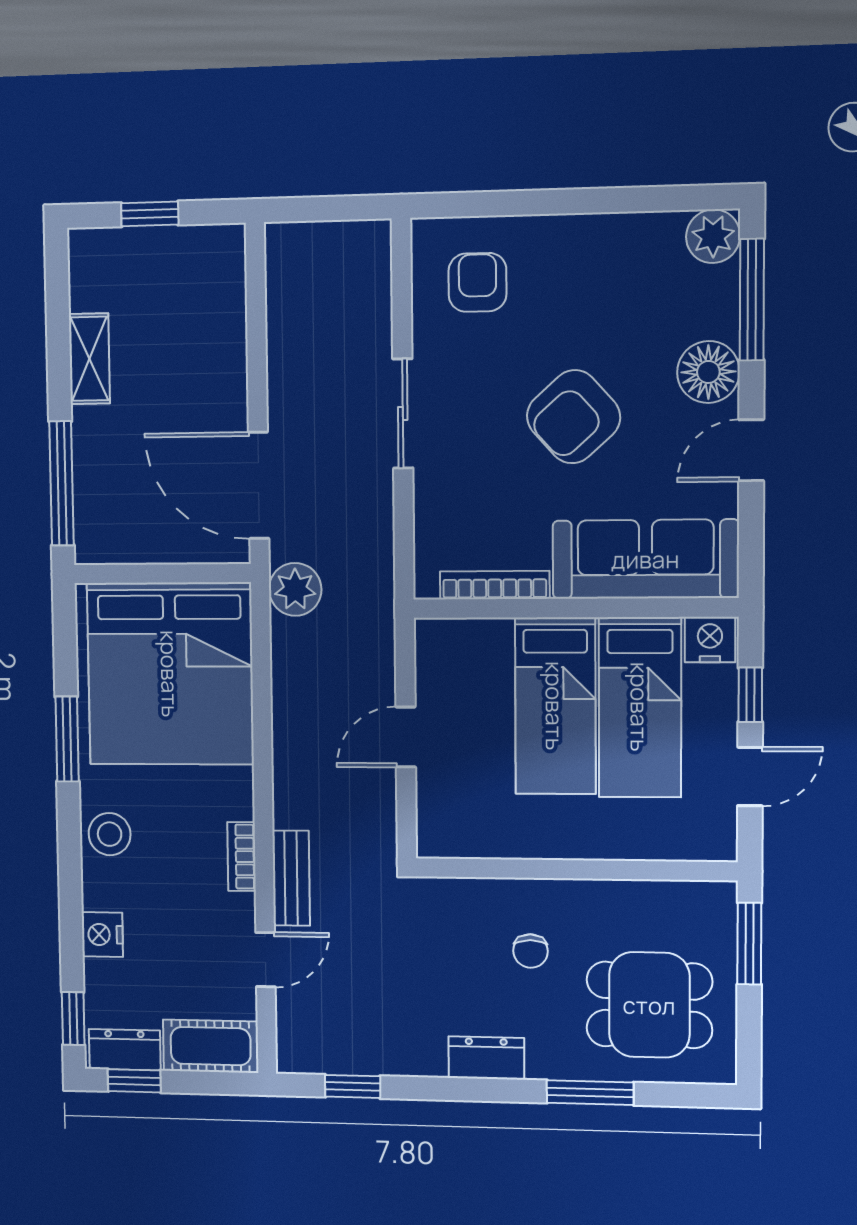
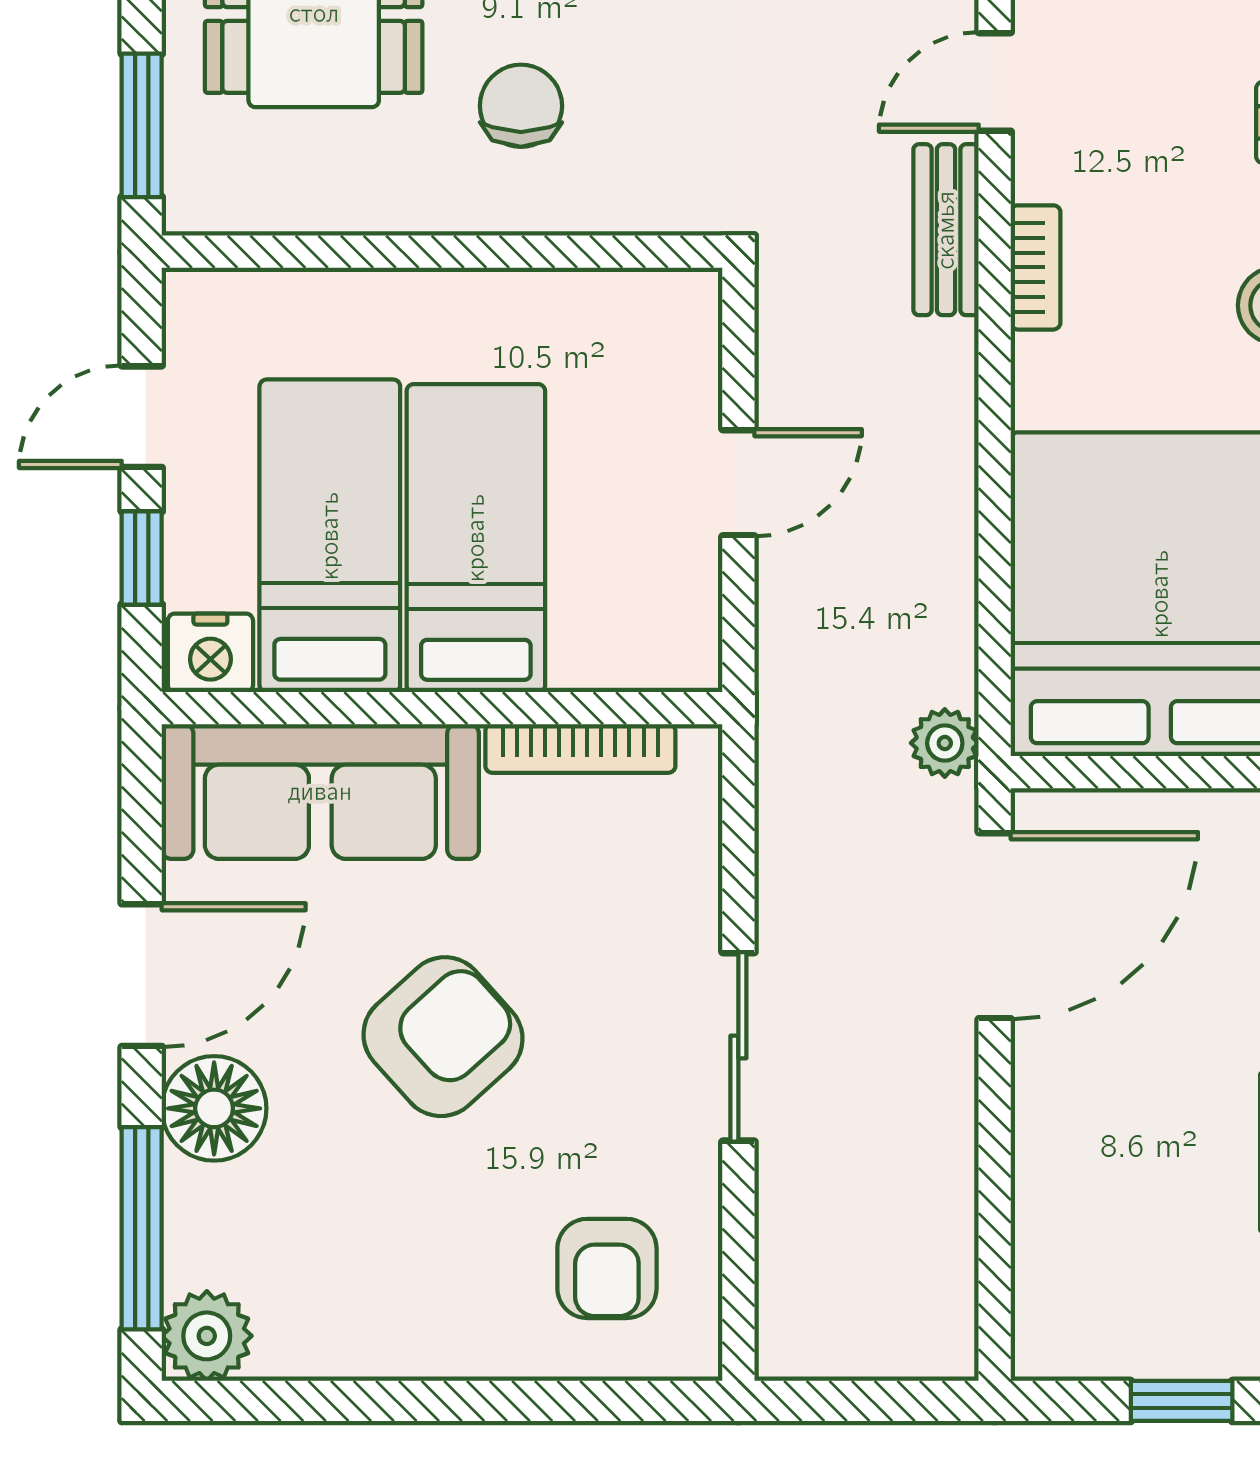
door: (751, 450) -> (142, 975), width x1.38
door: (259, 485) -> (995, 926), hinge flipped
plant: (295, 589) -> (945, 743), width x0.73, depth x0.73
chair: (530, 951) -> (521, 106), width x1.37, depth x1.37

